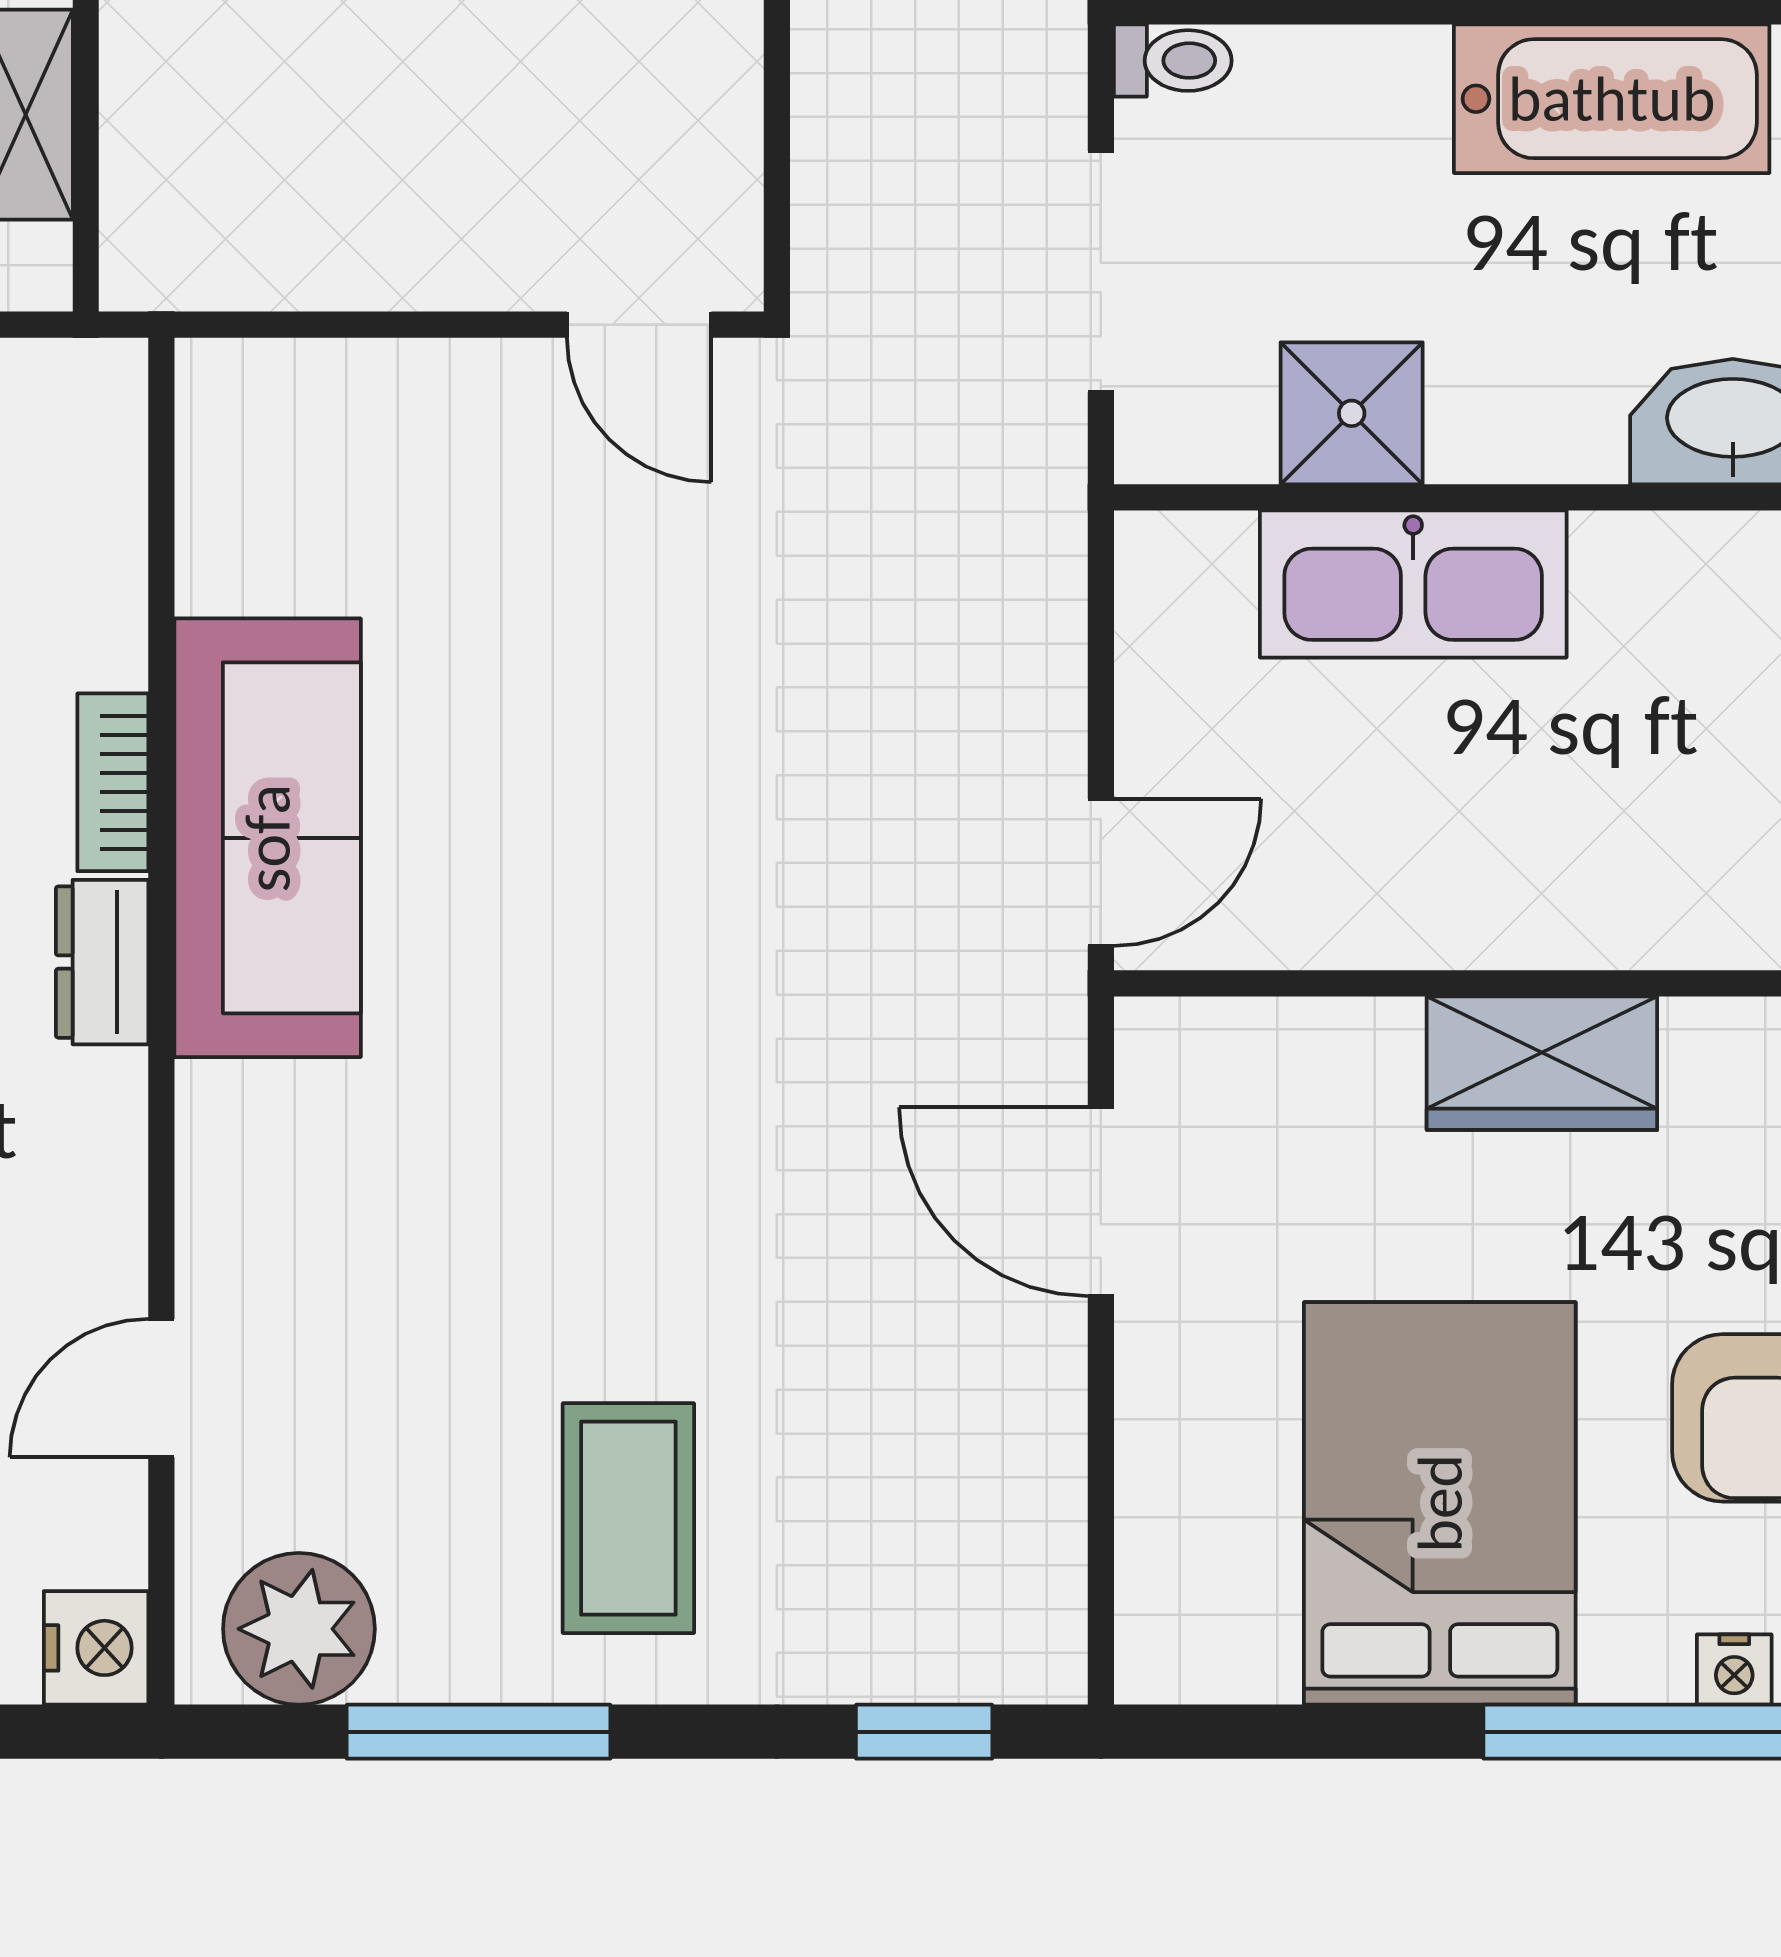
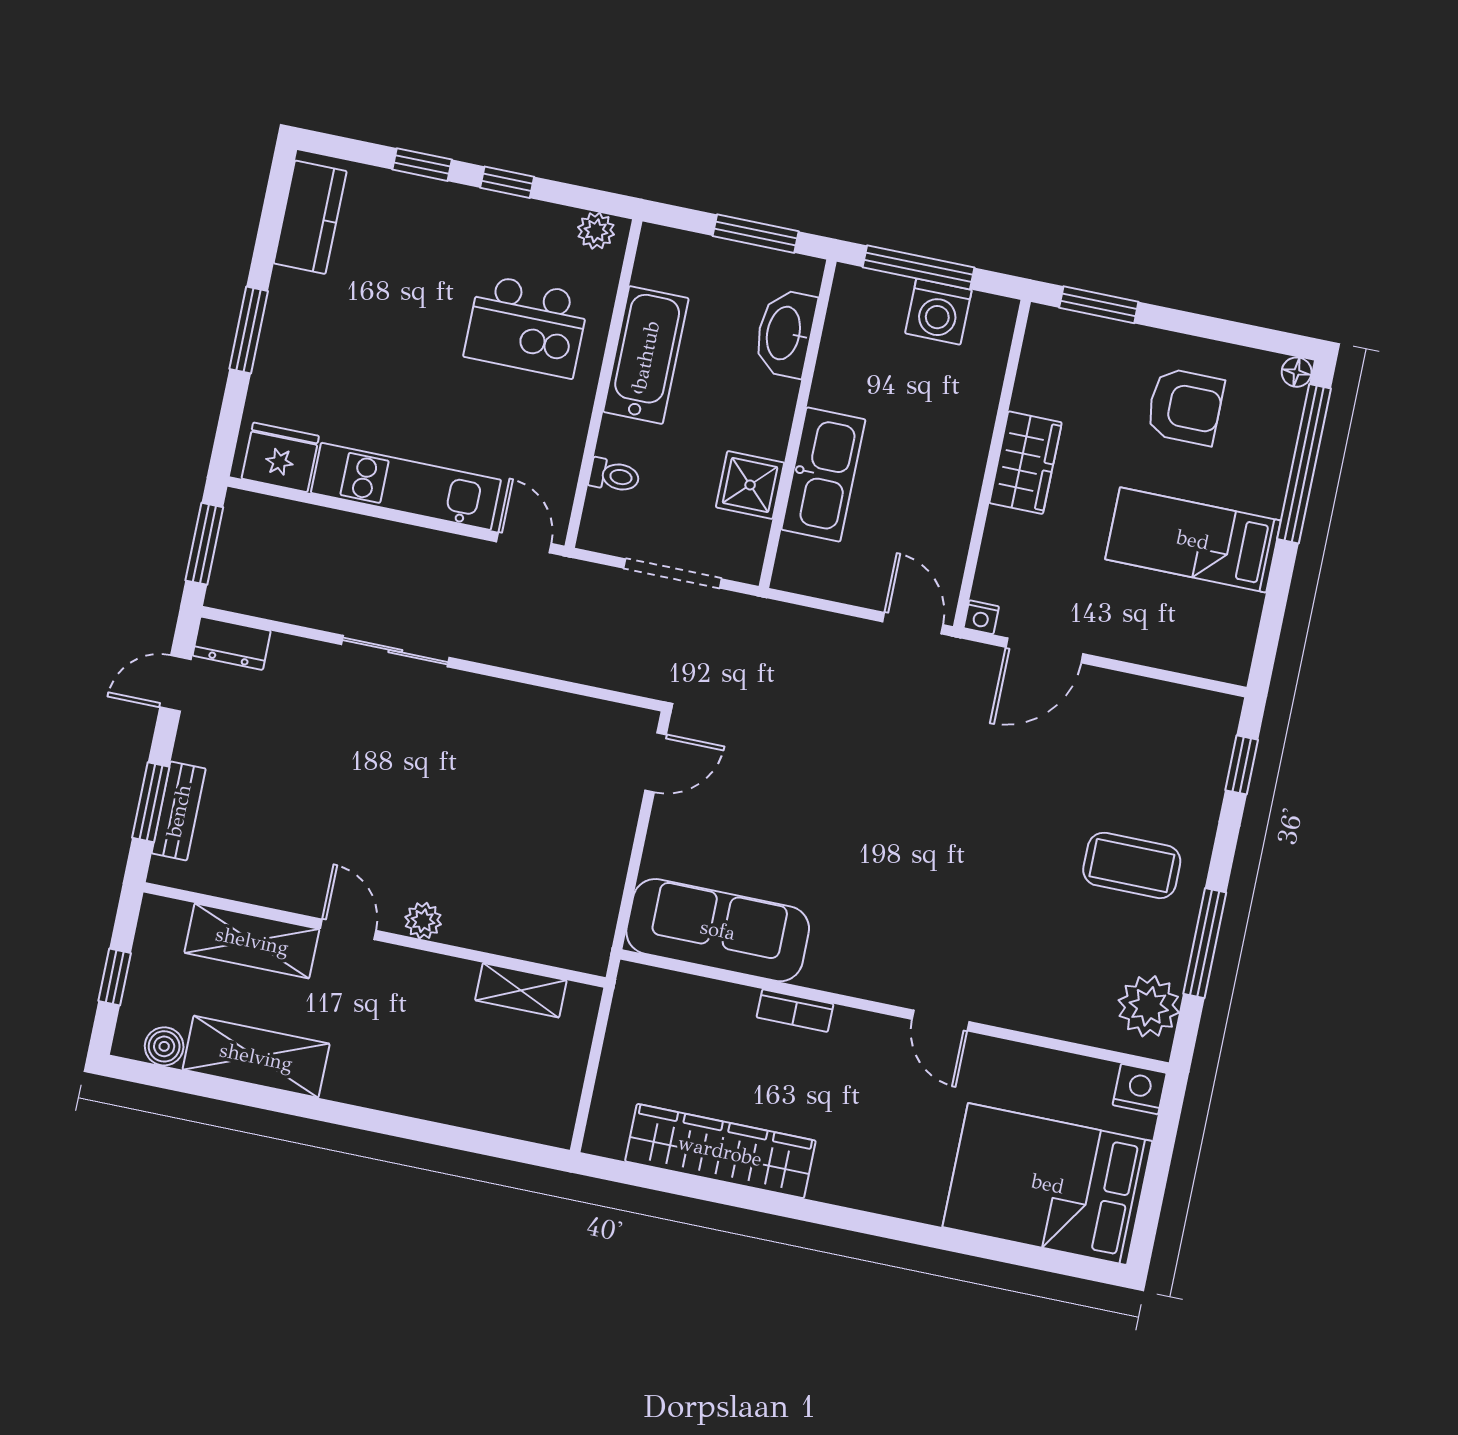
toilet: (1173, 61) -> (614, 476), moved, turned 90
sofa: (268, 838) -> (718, 930), moved
dresser: (102, 962) -> (866, 1030), removed
door: (161, 1388) -> (940, 1021), moved
bed: (1440, 1503) -> (1193, 540), width x0.67
nightstand: (1734, 1670) -> (981, 617), moved, turned 90

